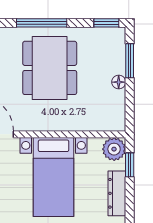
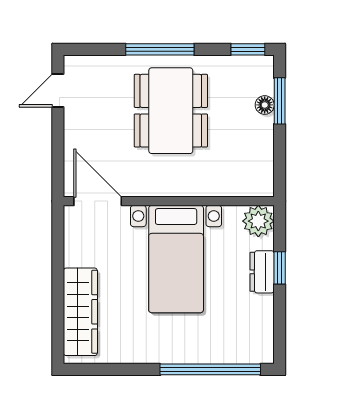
floor lamp: (119, 82) -> (265, 105), moved
window: (130, 165) -> (280, 268), moved
dresser: (117, 193) -> (262, 272), width x0.70

